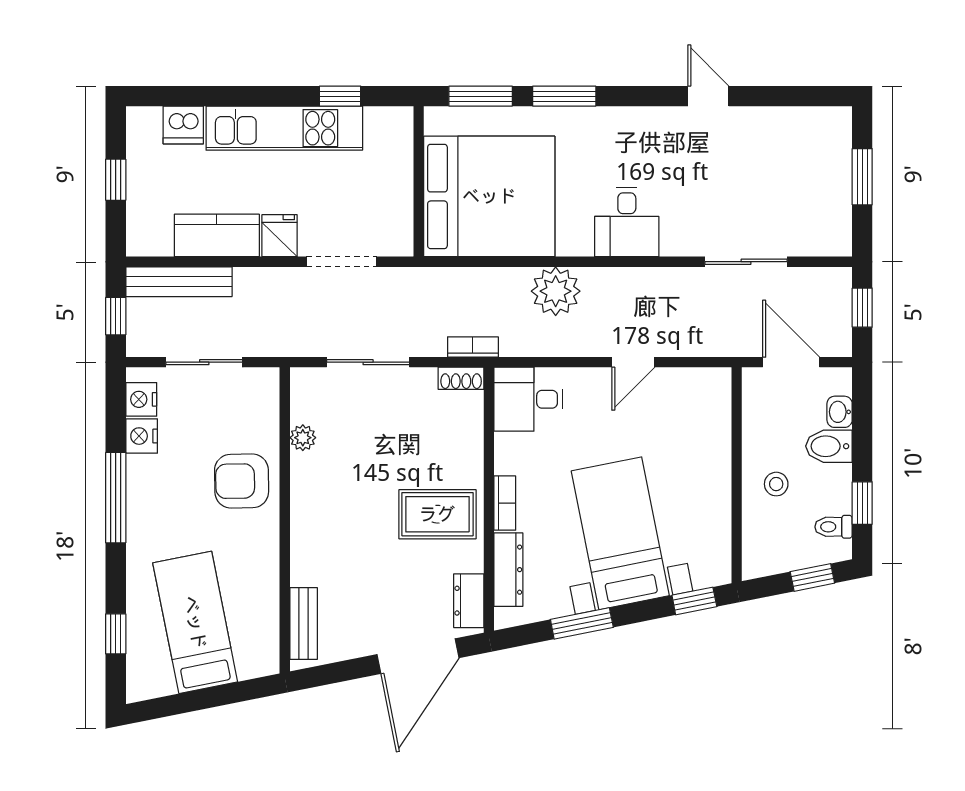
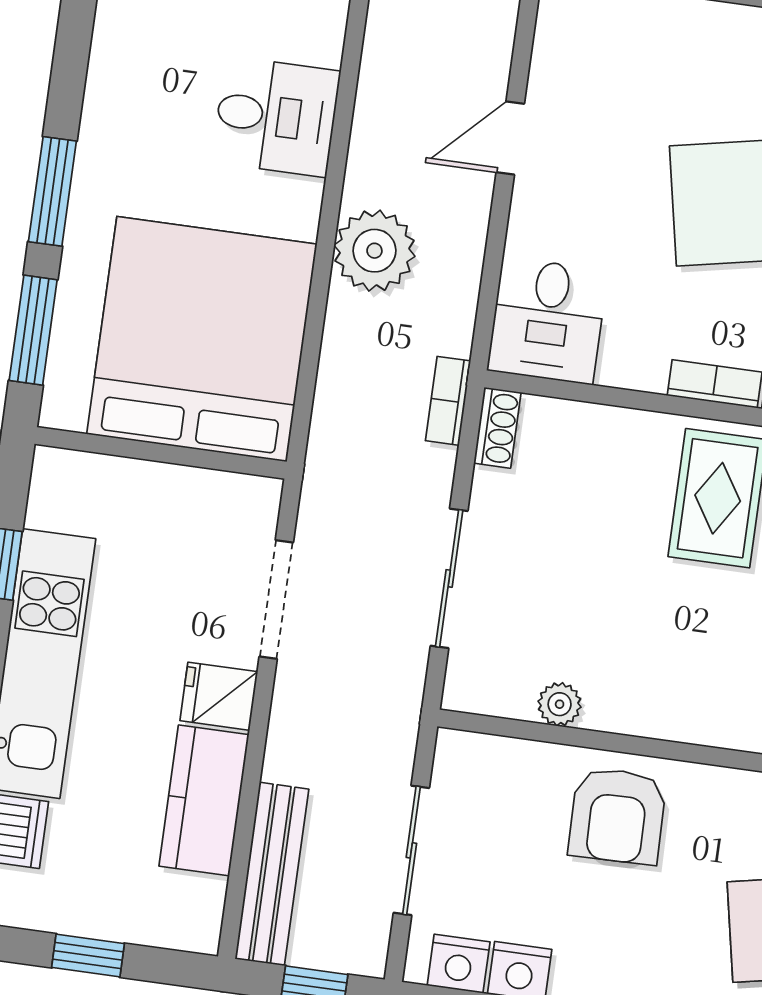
door: (633, 362) -> (510, 138), swing flipped

